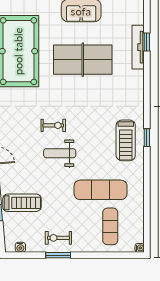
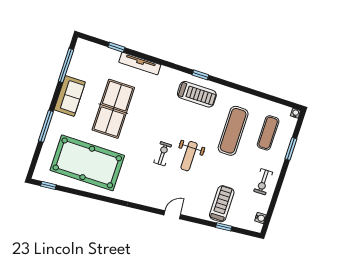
tv unit: (138, 47) -> (140, 63), moved
exercise mat: (110, 226) -> (268, 133), turned 90
window: (58, 255) -> (291, 149), moved

